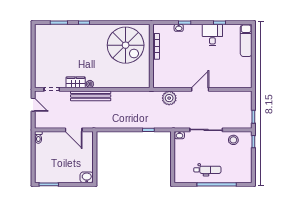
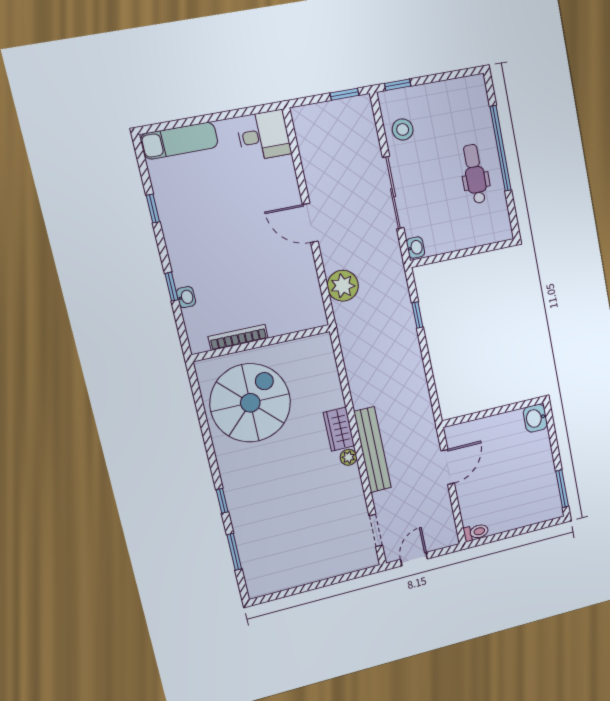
desk: (212, 35) -> (264, 136), moved, turned 180
wardrobe: (76, 82) -> (339, 429), moved

